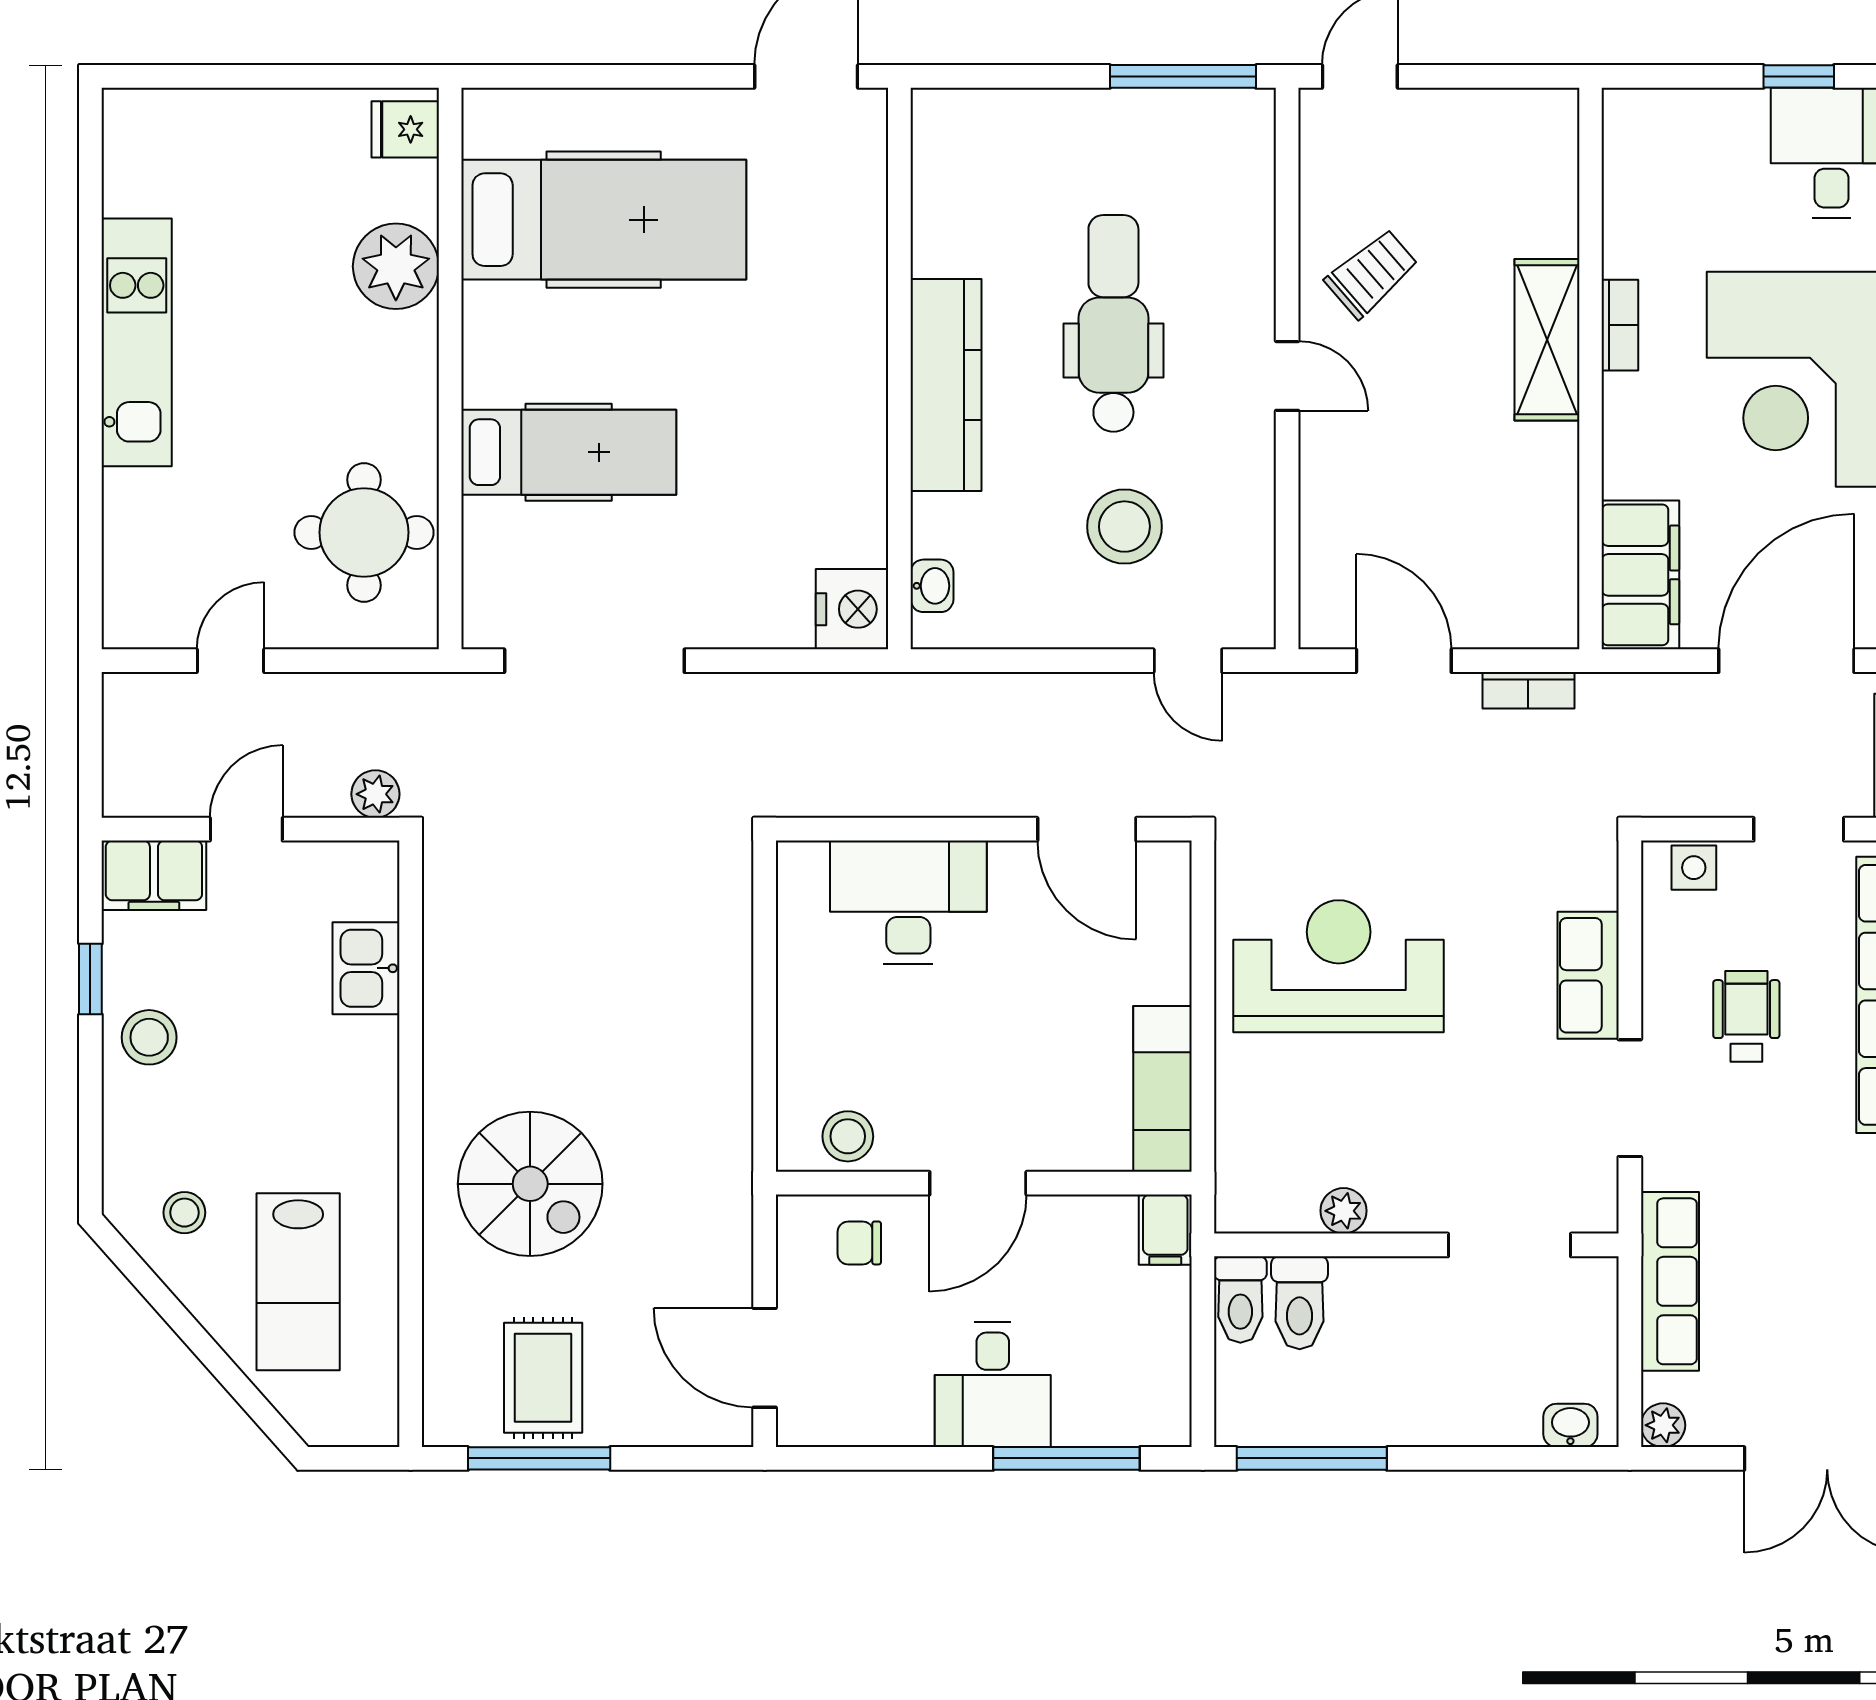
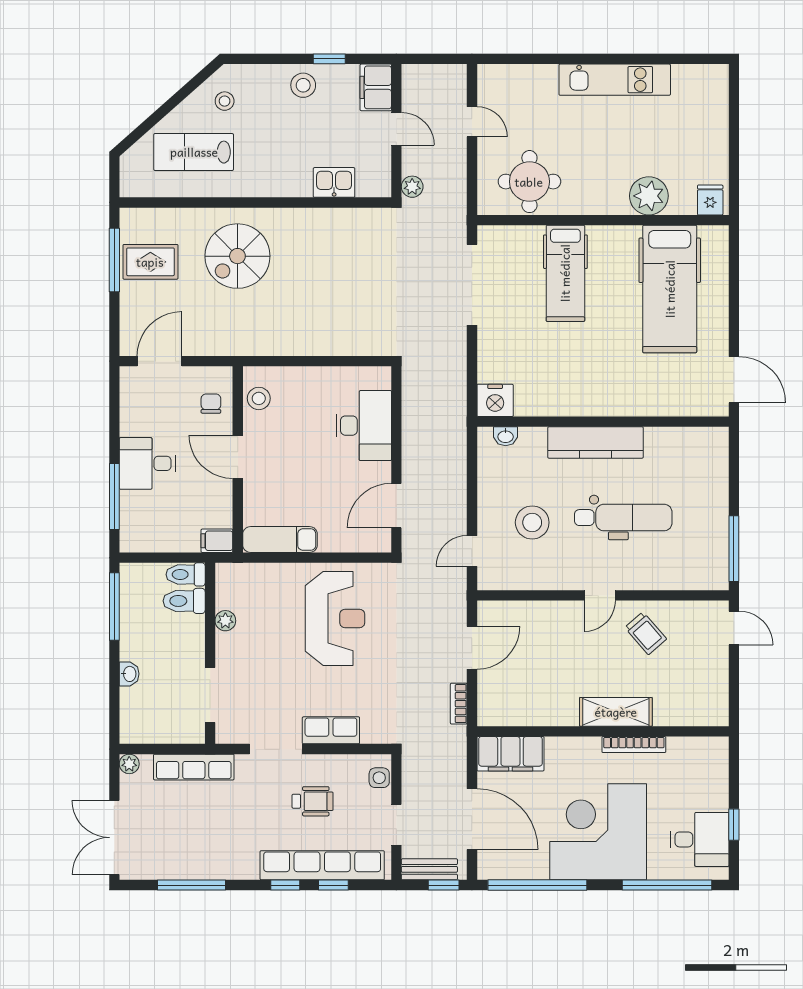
bookcase: (1620, 325) -> (634, 745), width x1.56
washbasin: (1570, 1425) -> (129, 674), moved

